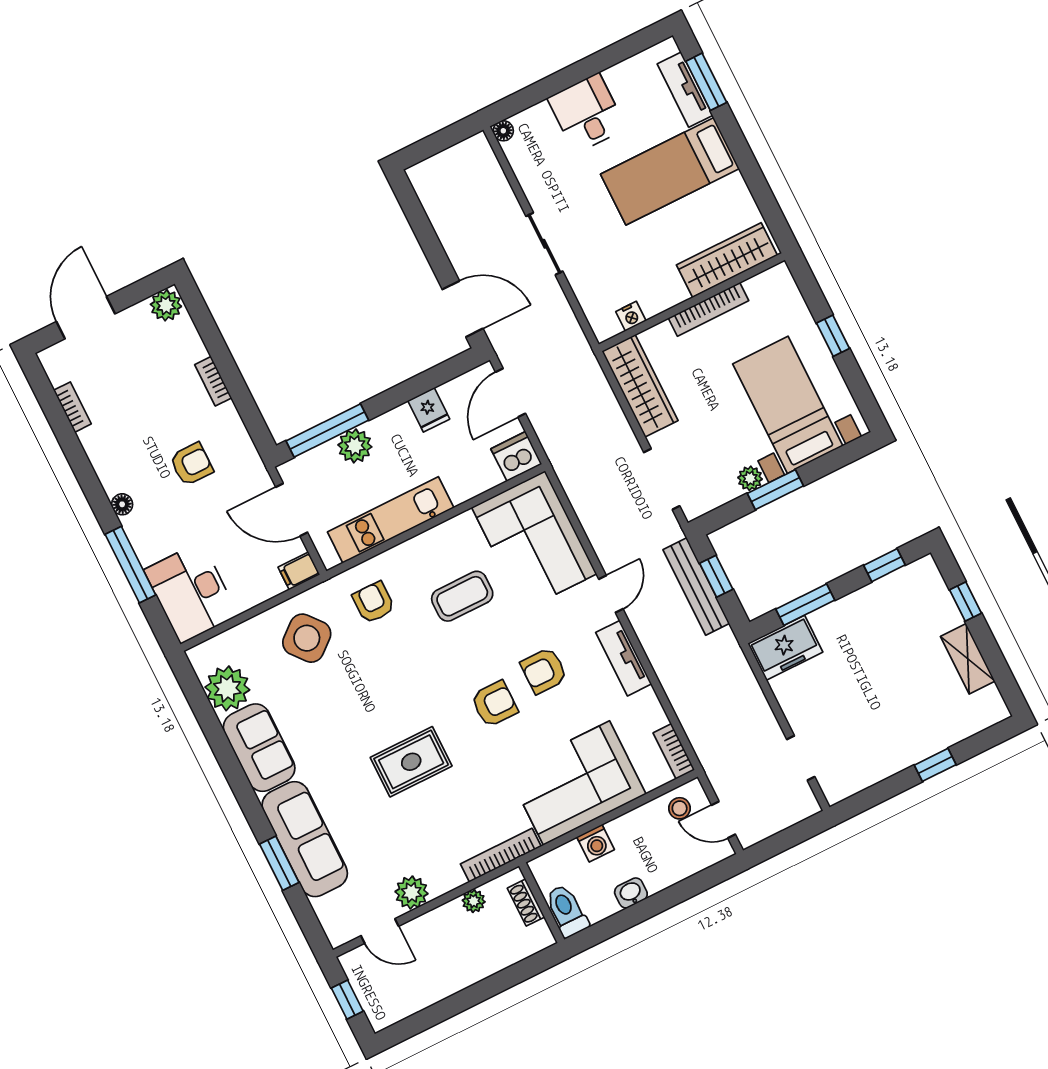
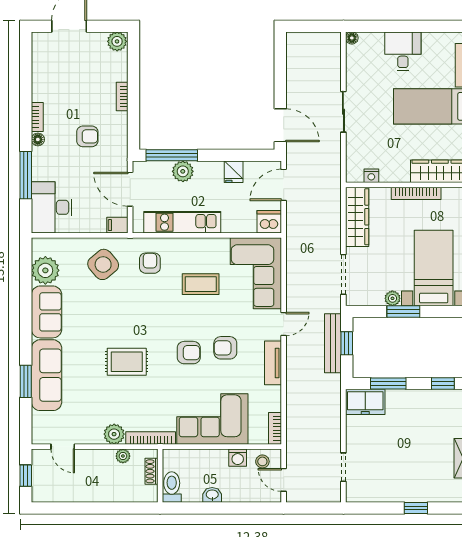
bookcase: (72, 407) -> (37, 117), moved
washing machine: (596, 843) -> (238, 458), moved
plant: (411, 893) -> (114, 434), moved

